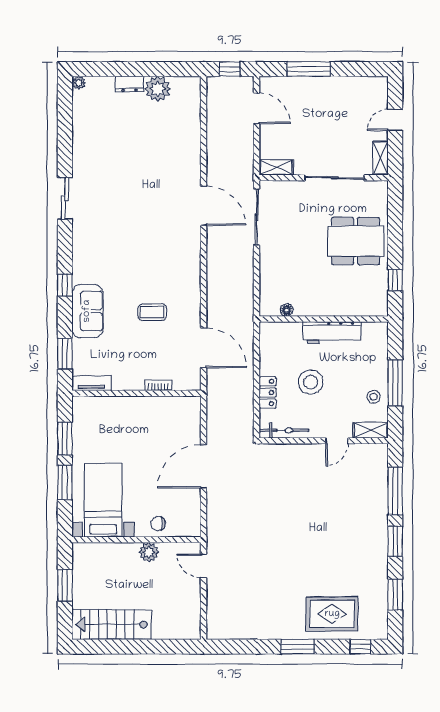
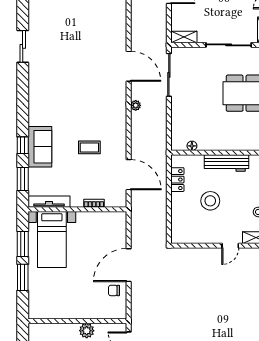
sliding door: (65, 198) -> (23, 46), moved
plant: (213, 257) -> (136, 105), added
window: (65, 285) -> (23, 145), moved
tv unit: (91, 383) -> (49, 202), width x1.41
locker: (268, 393) -> (177, 180), moved
bicycle: (284, 430) -> (190, 238), removed
bed with nightstands: (103, 500) -> (52, 239), moved, turned 180
chair: (158, 524) -> (114, 290), moved

